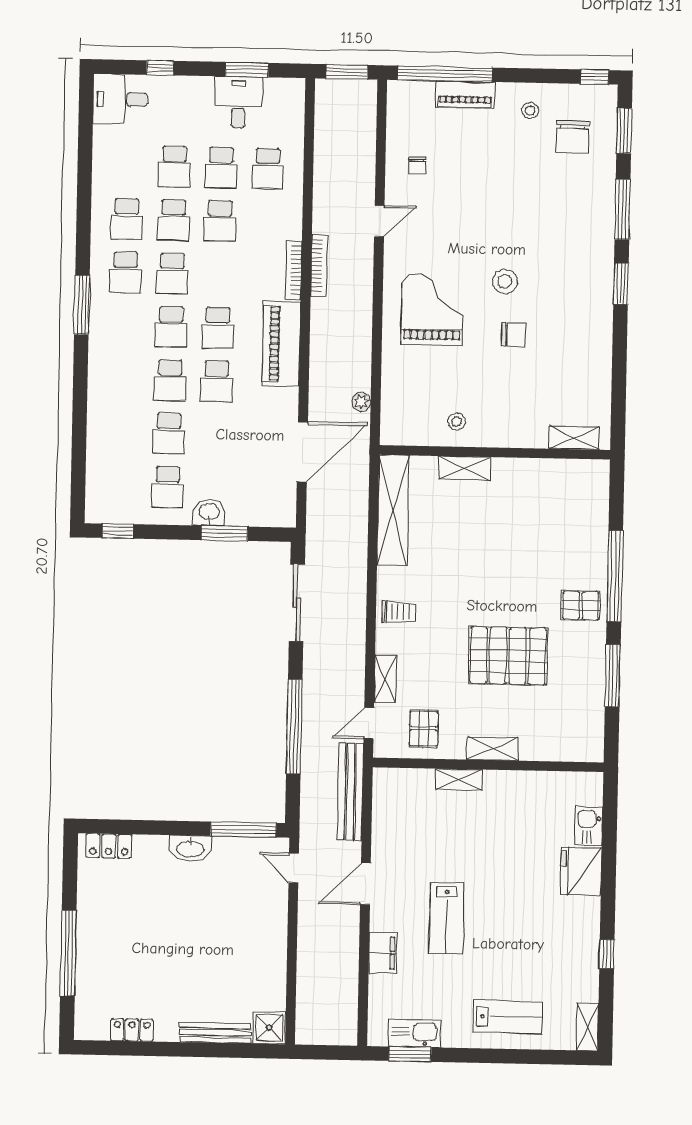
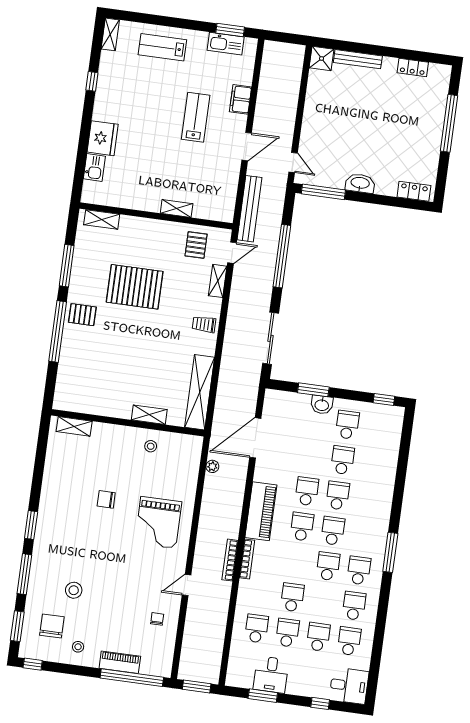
school desk: (173, 220) -> (349, 641), moved
stool: (505, 281) -> (74, 590), moved
shelving: (493, 749) -> (102, 220), moved

